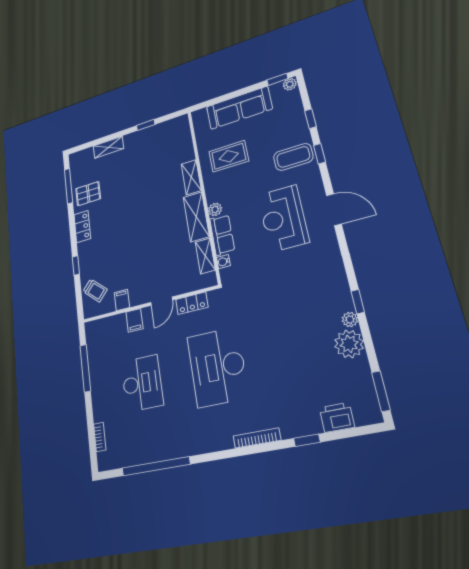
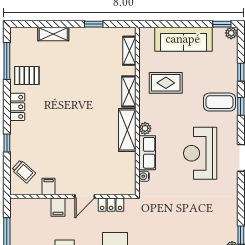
shelving: (205, 256) -> (129, 51), moved

